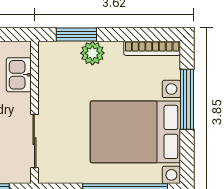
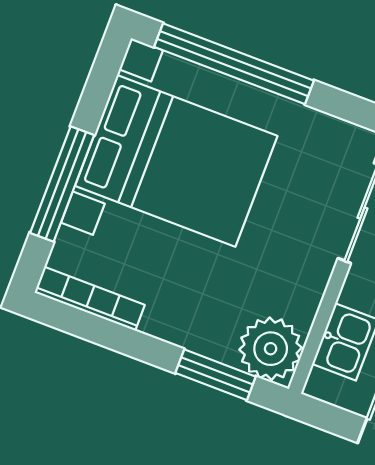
plant: (92, 53) -> (271, 349), moved, width x1.36, depth x1.36

